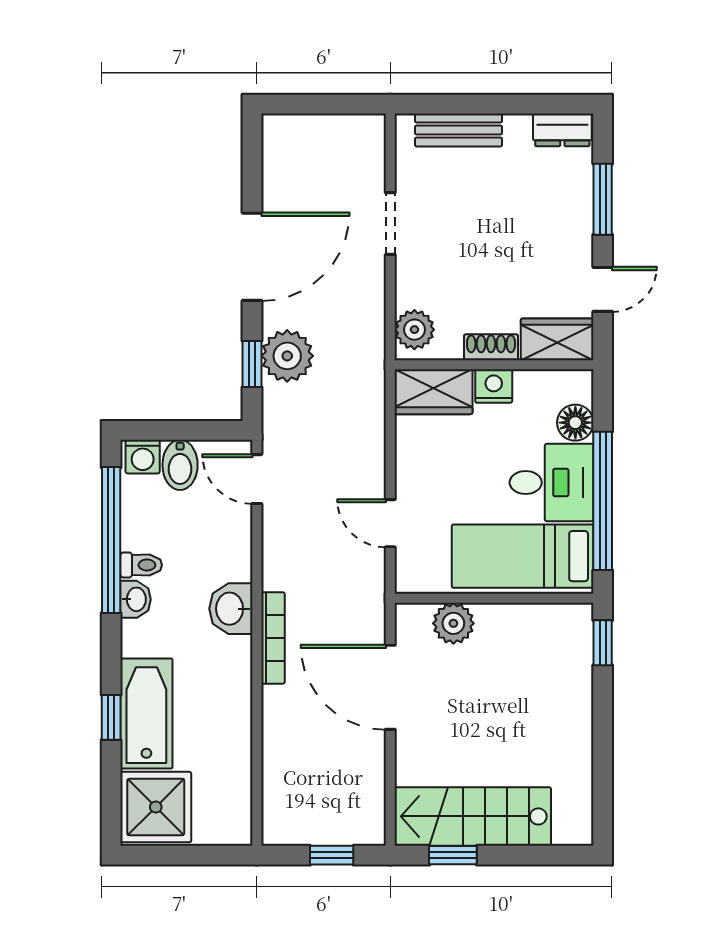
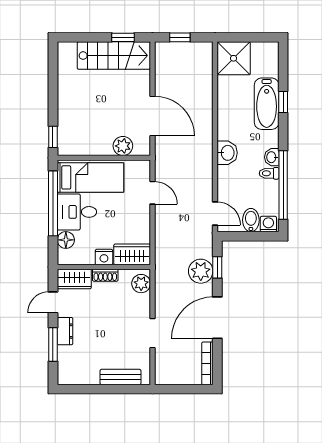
dresser: (562, 130) -> (65, 331), moved, turned 90
bookcase: (273, 638) -> (207, 363), moved
shower: (156, 807) -> (234, 58), moved

